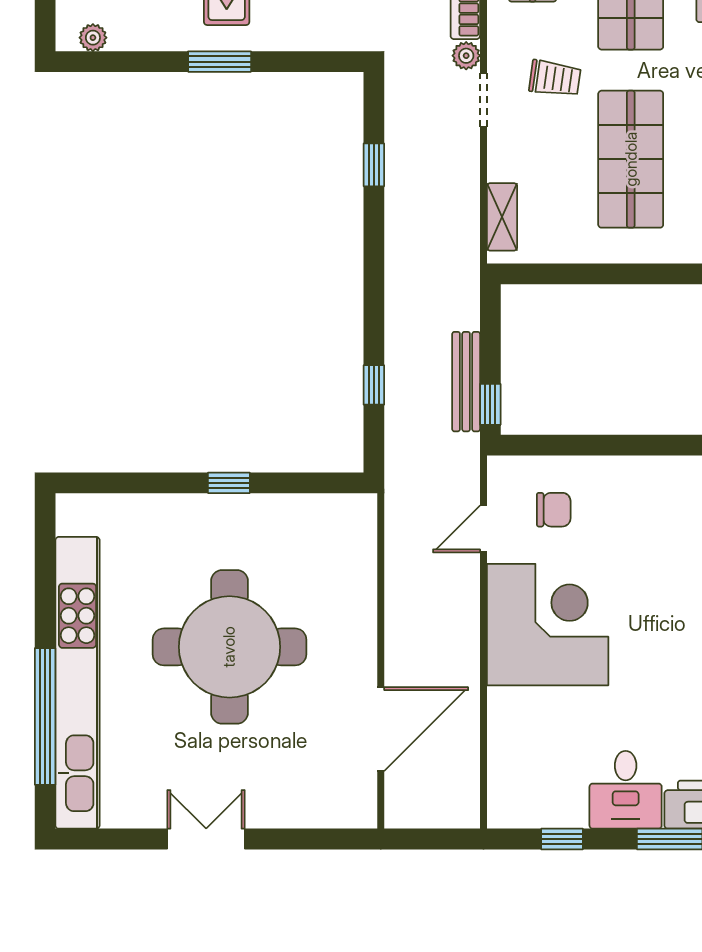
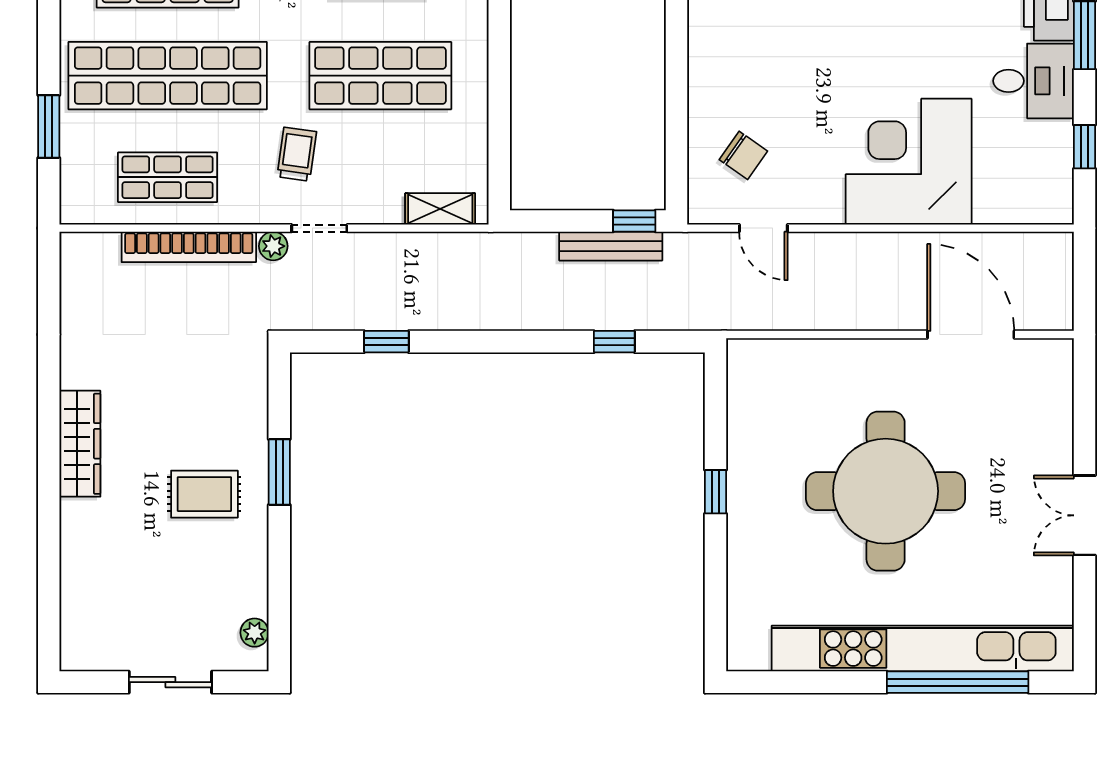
window: (220, 62) -> (279, 472), moved
chair: (554, 510) -> (743, 155), turned 125
corner desk: (548, 625) -> (909, 162), moved

